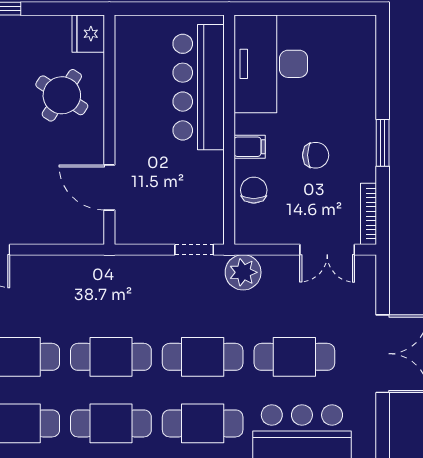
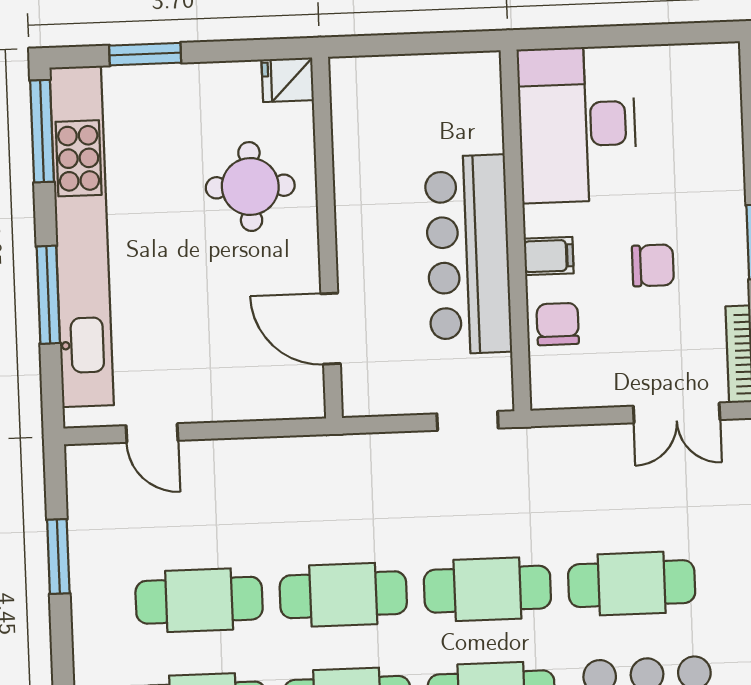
fridge: (88, 34) -> (288, 80), width x0.72
bar counter: (199, 87) -> (468, 254), moved
round table: (62, 95) -> (250, 187), turned -33
plant: (243, 272) -> (546, 454), removed

